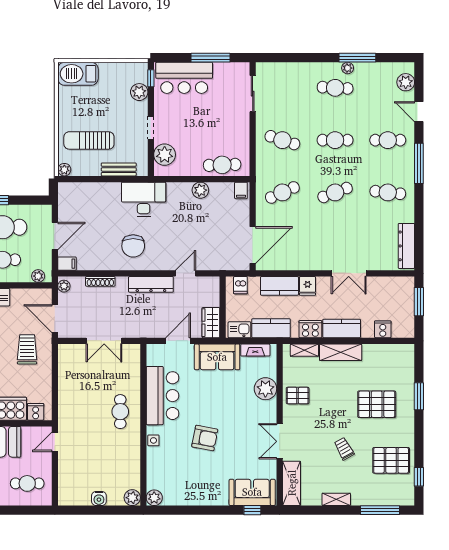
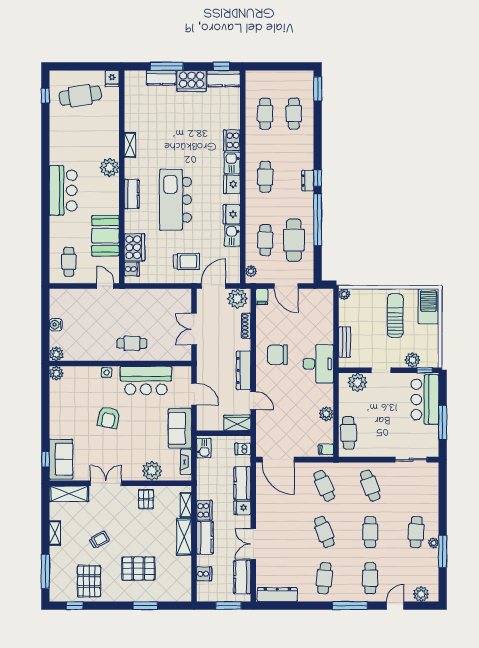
sun lounger: (89, 140) -> (395, 315), moved
cafe table: (282, 140) -> (370, 486), turned -39
plant: (64, 286) -> (237, 299), width x1.87, depth x1.87
wardrobe: (211, 323) -> (237, 423), moved
kitchen counter: (271, 328) -> (242, 577), moved, turned 180
pallet: (377, 404) -> (138, 569), turned 90

